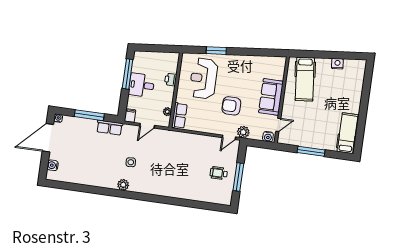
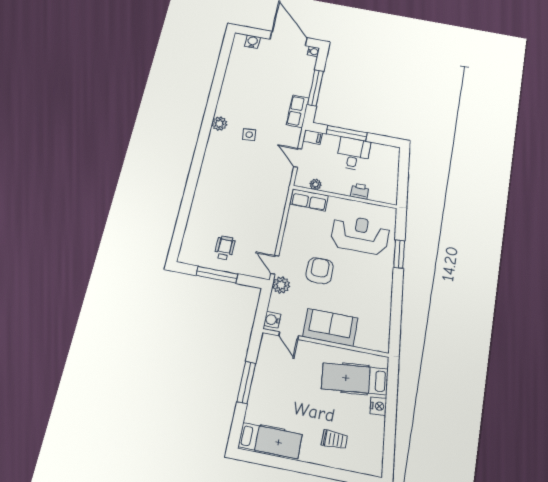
nightstand: (337, 64) -> (378, 406), moved
window: (128, 74) -> (347, 133), moved
trolley: (345, 91) -> (334, 440), added

